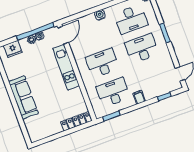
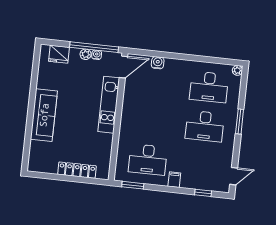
water cooler: (100, 15) -> (158, 63), moved
desk: (142, 49) -> (205, 126), turned 180
desk: (102, 63) -> (152, 120), removed
desk: (113, 92) -> (148, 160), turned 180
locker: (76, 121) -> (77, 170), moved

